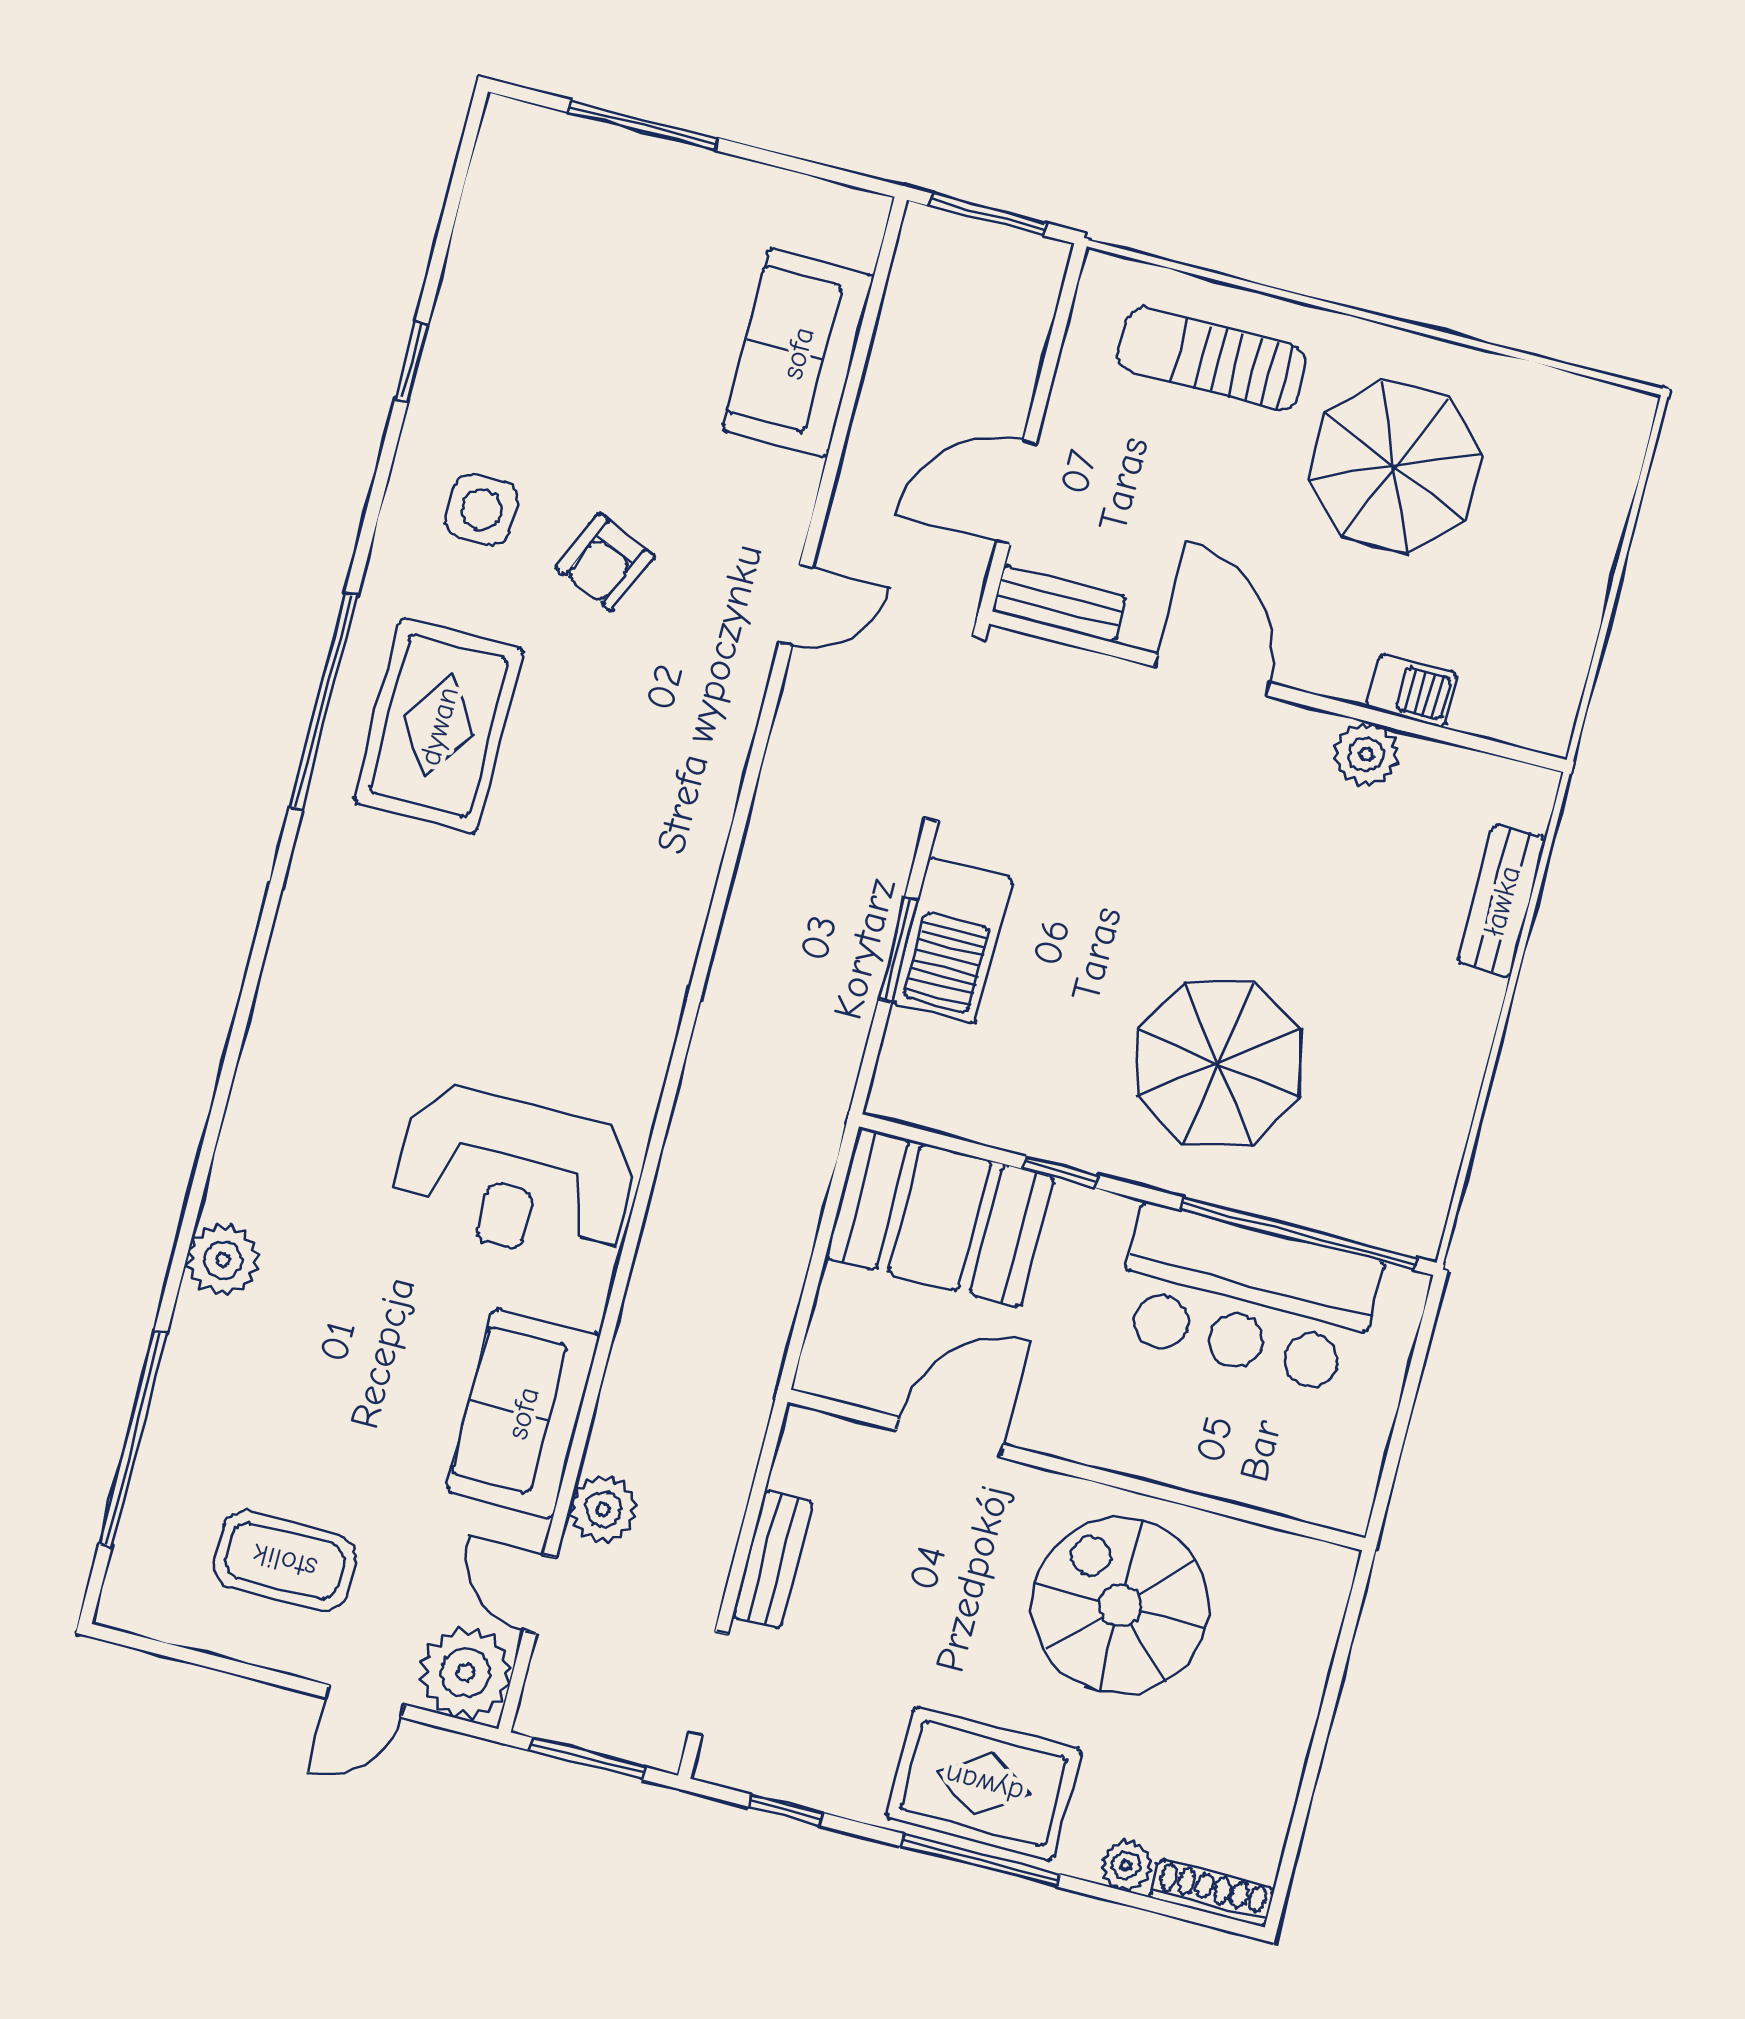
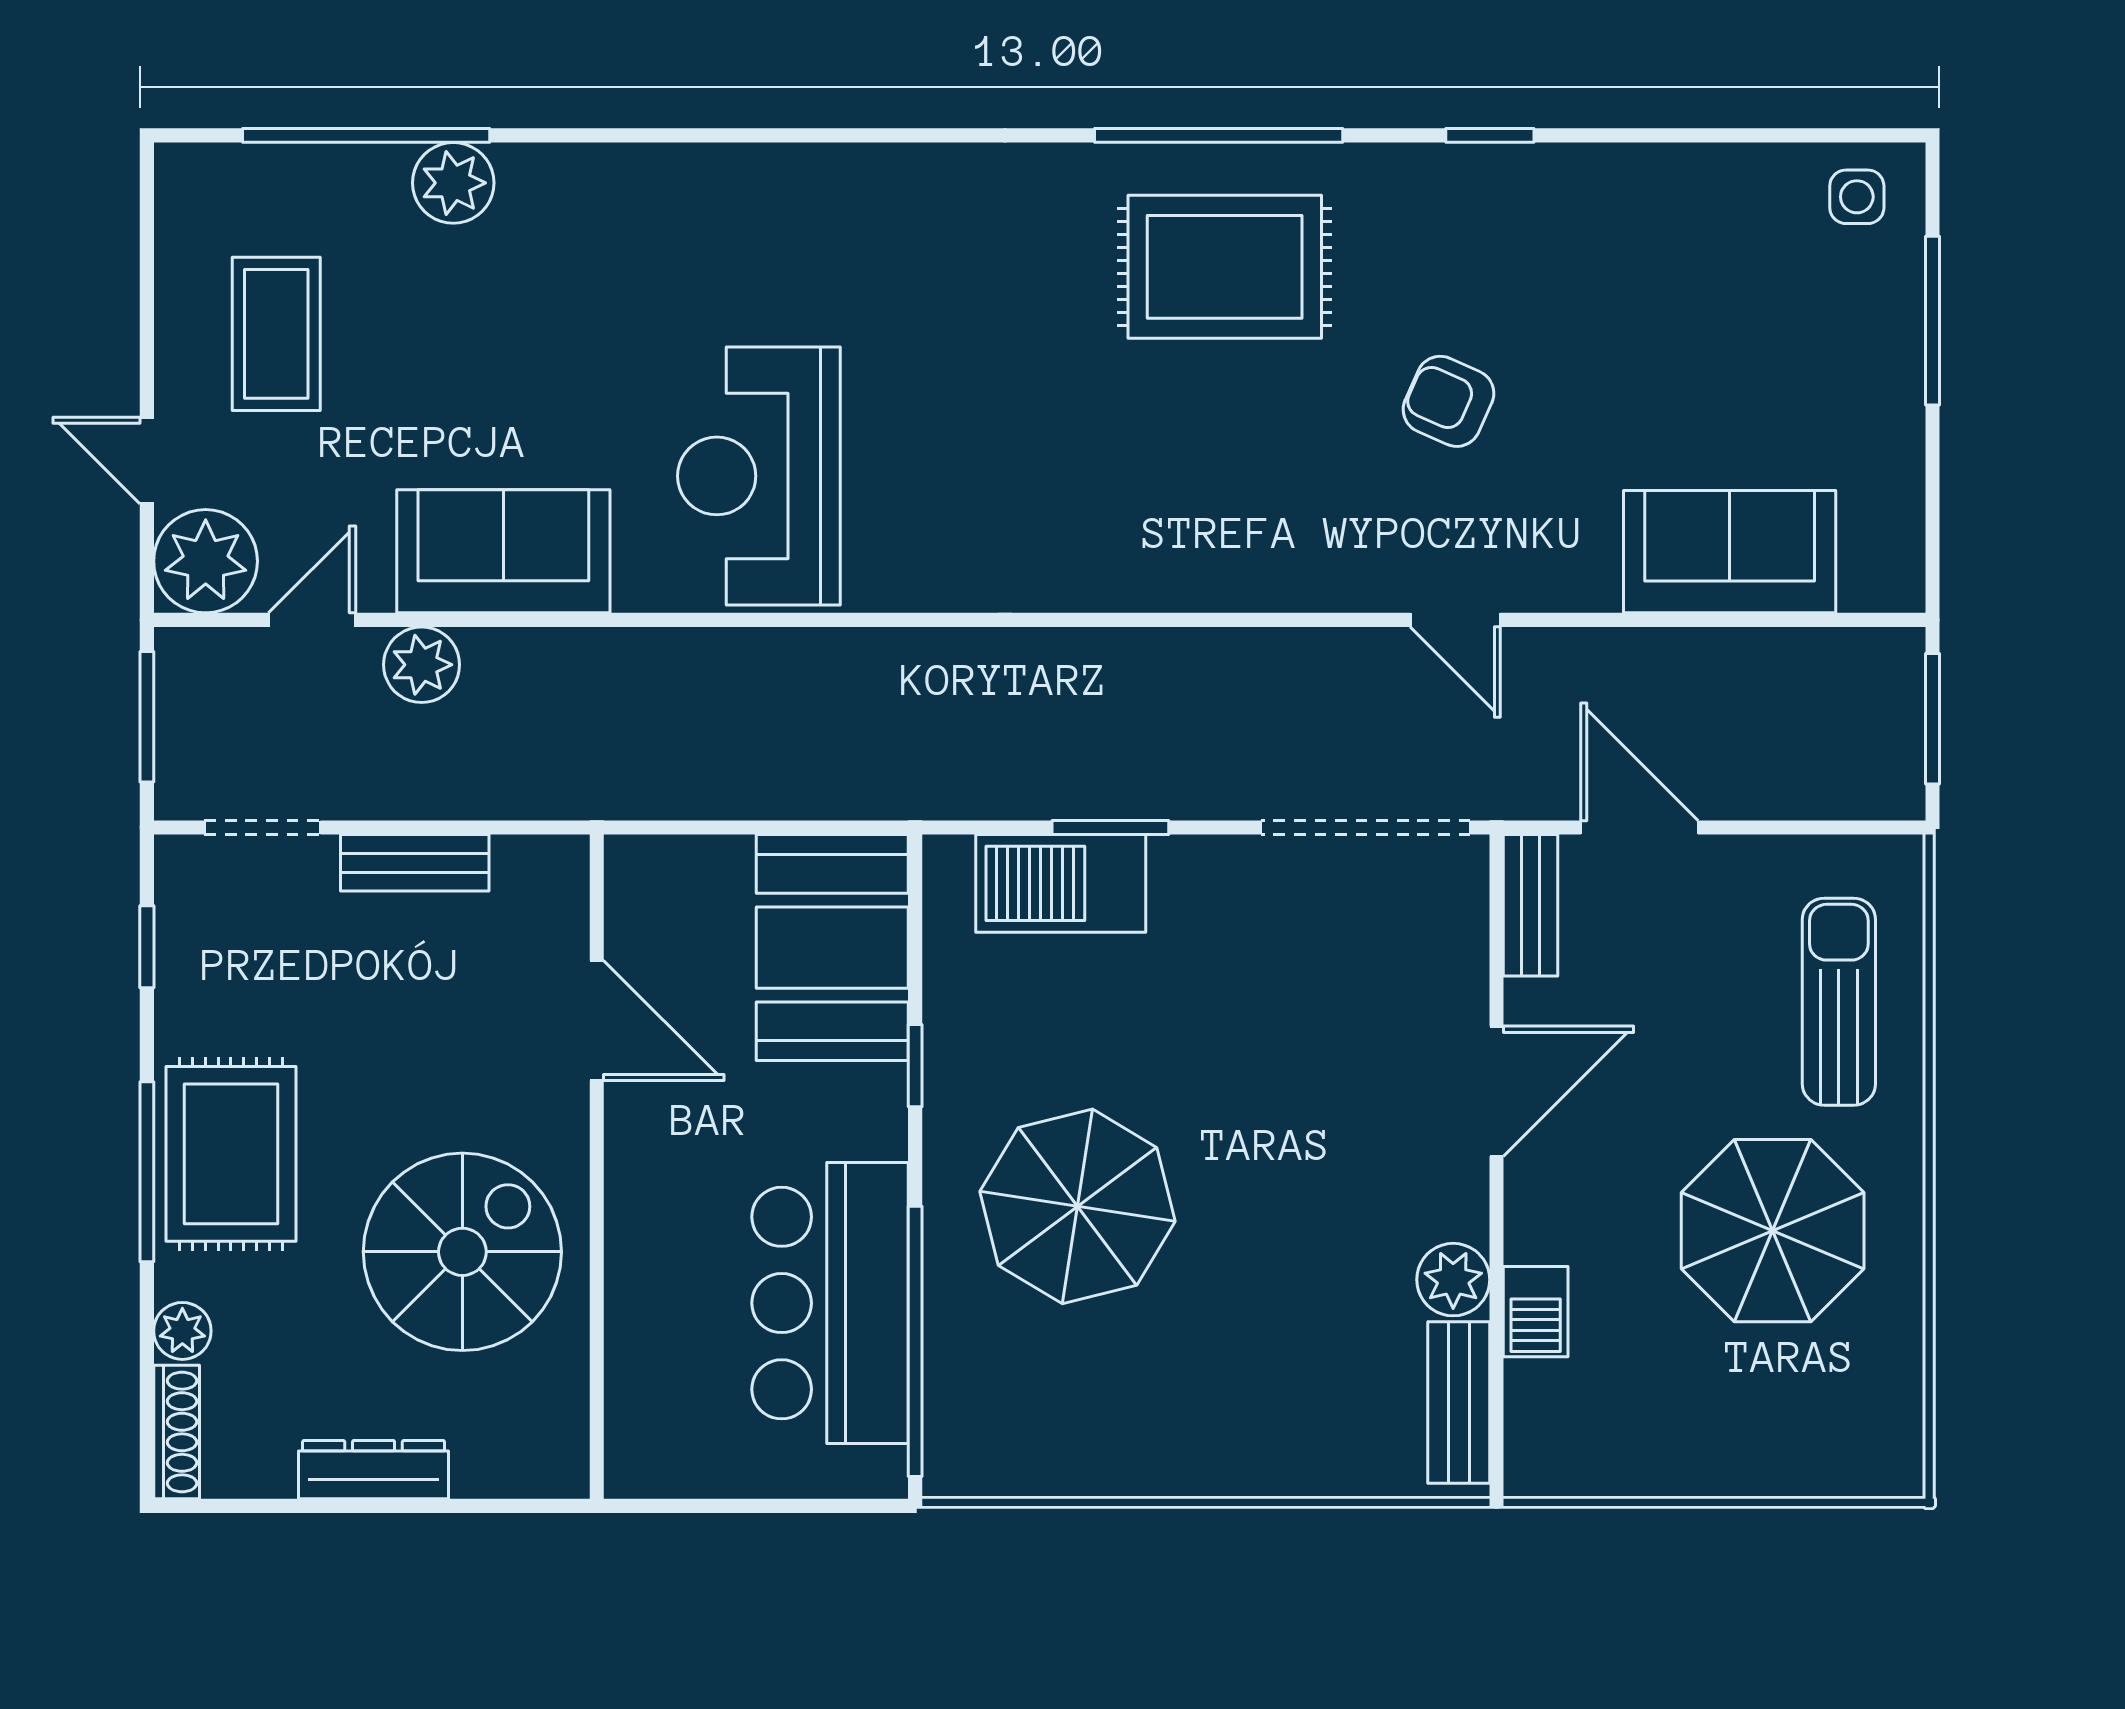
window: (411, 362) -> (1490, 135), moved
side table: (482, 510) -> (1857, 197), moved, width x0.73, depth x0.73
bench: (1502, 901) -> (1459, 1402), moved, turned 90
barbecue: (952, 940) -> (1061, 883), moved
plant: (223, 1260) -> (453, 183), moved
dresser: (1289, 1731) -> (374, 1470), added

